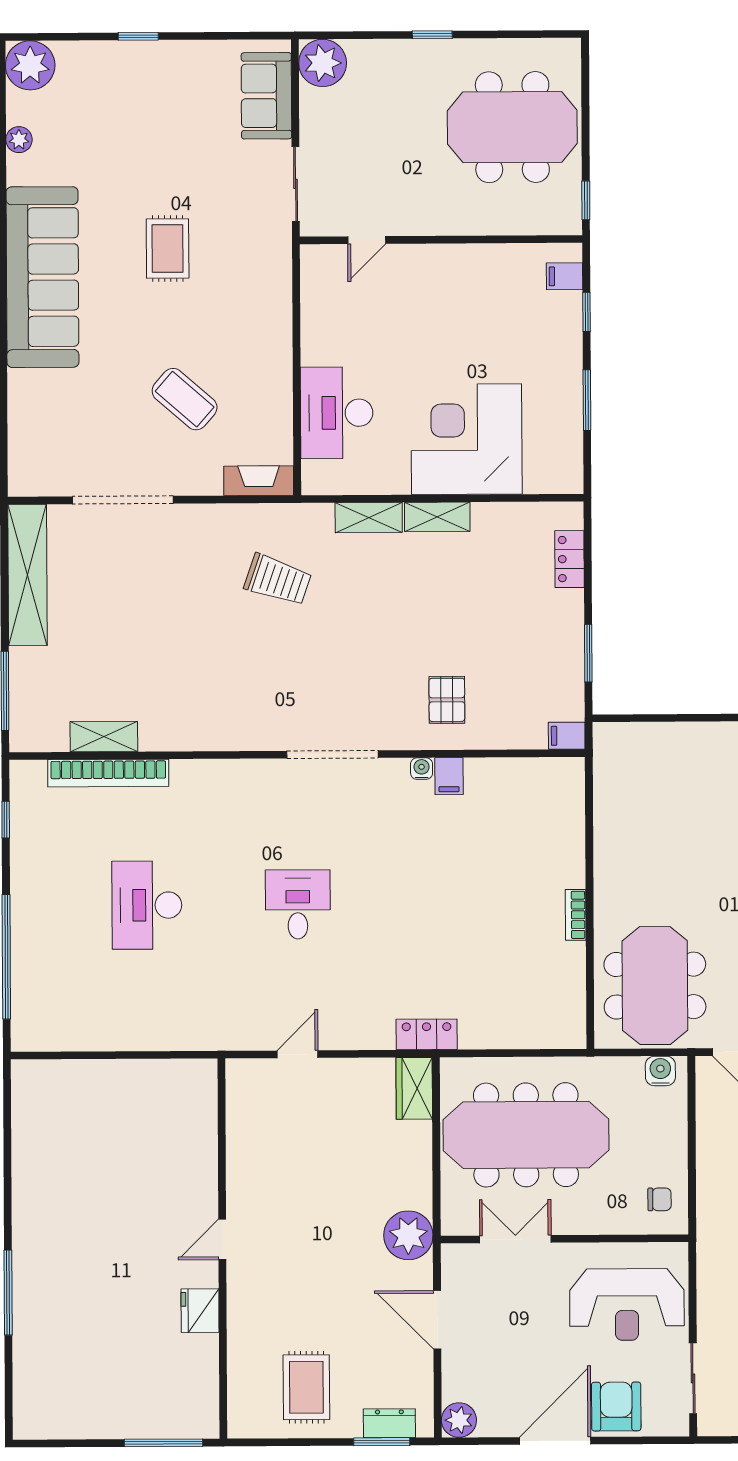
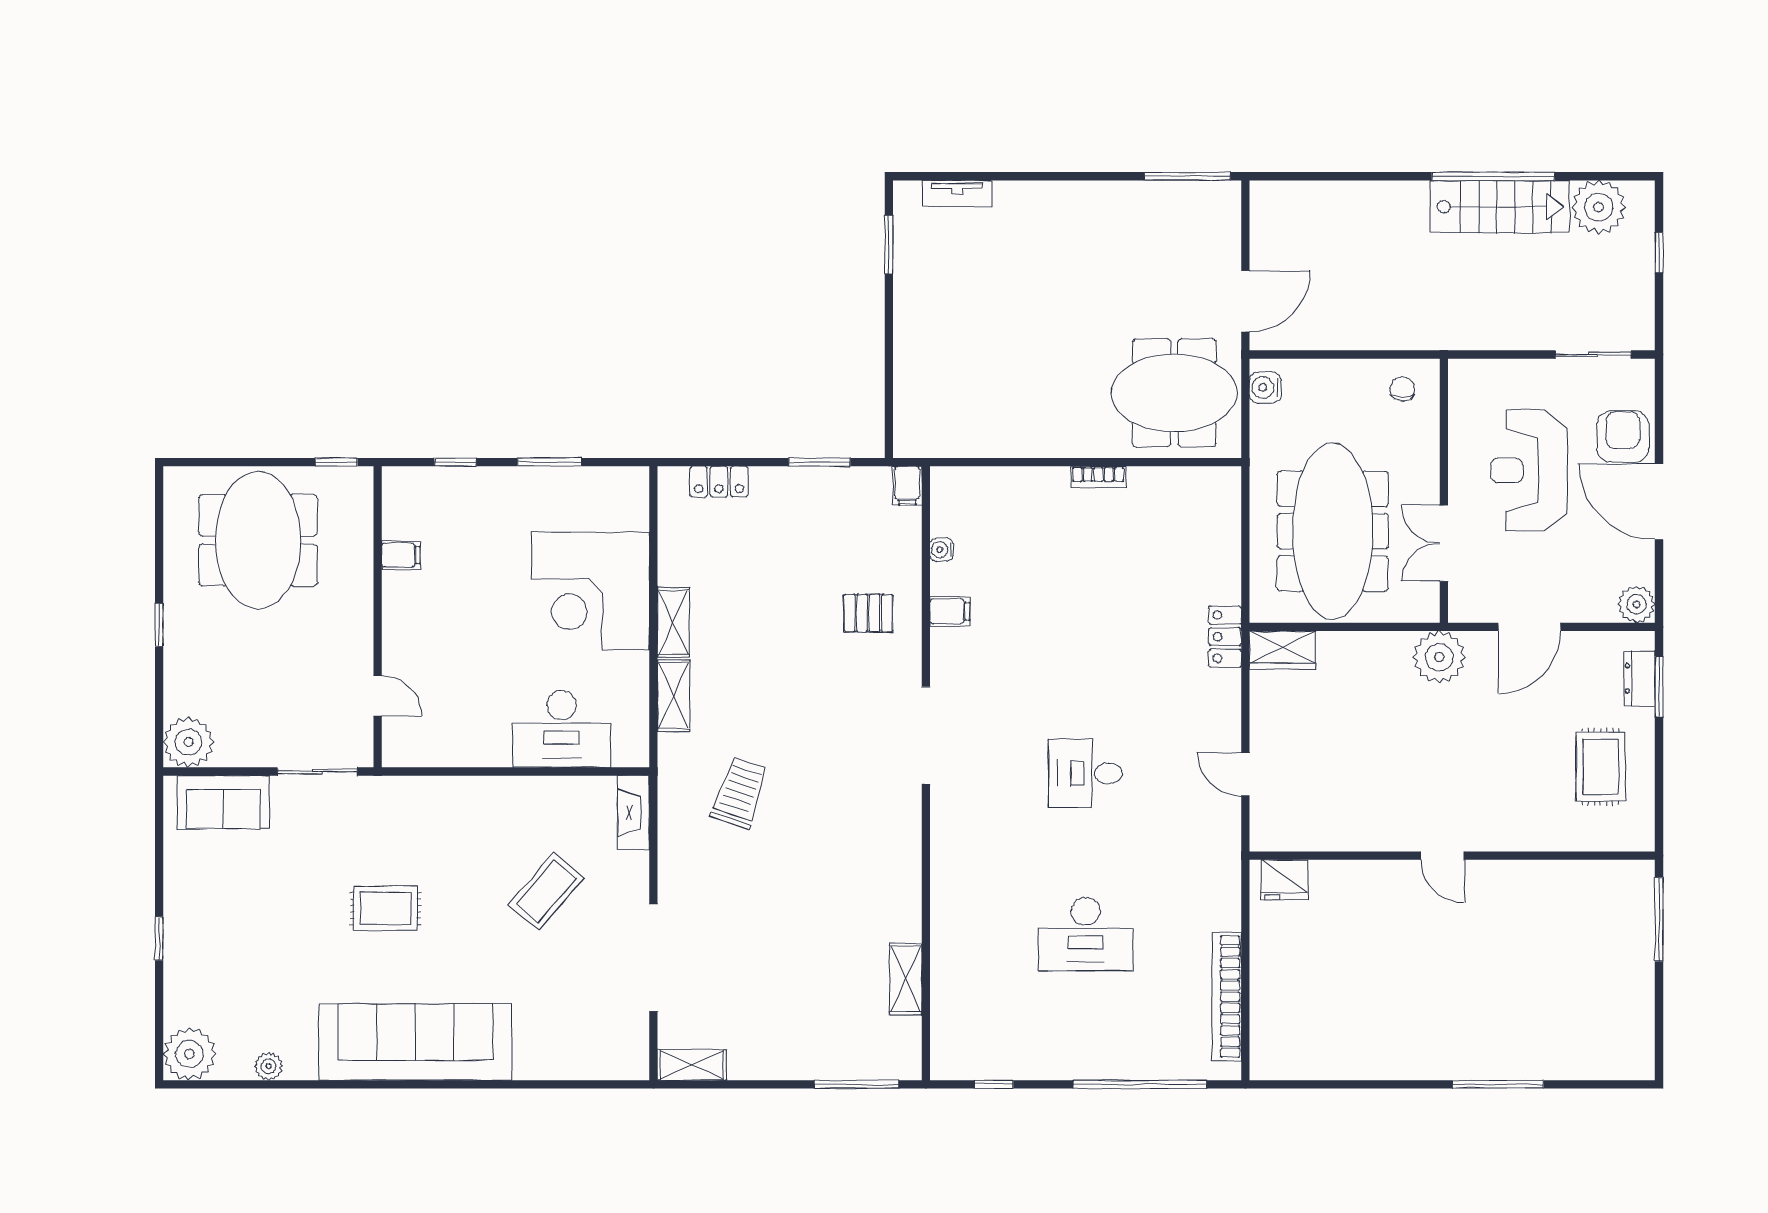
filing cabinet: (564, 276) -> (401, 555), moved, turned -90
shelving: (27, 575) -> (692, 1065), width x0.45, depth x0.75
water cooler: (422, 769) -> (942, 550), moved
bookcase: (108, 773) -> (1227, 997), moved, turned 180
reception desk: (627, 1305) -> (1529, 470), moved, turned 180
fridge: (200, 1311) -> (1284, 880), moved
rug: (306, 1387) -> (1601, 767), turned 90
armchair: (616, 1406) -> (1623, 437), turned 90

